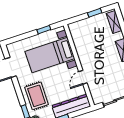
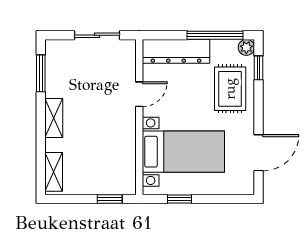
window: (95, 13) -> (110, 199), moved

